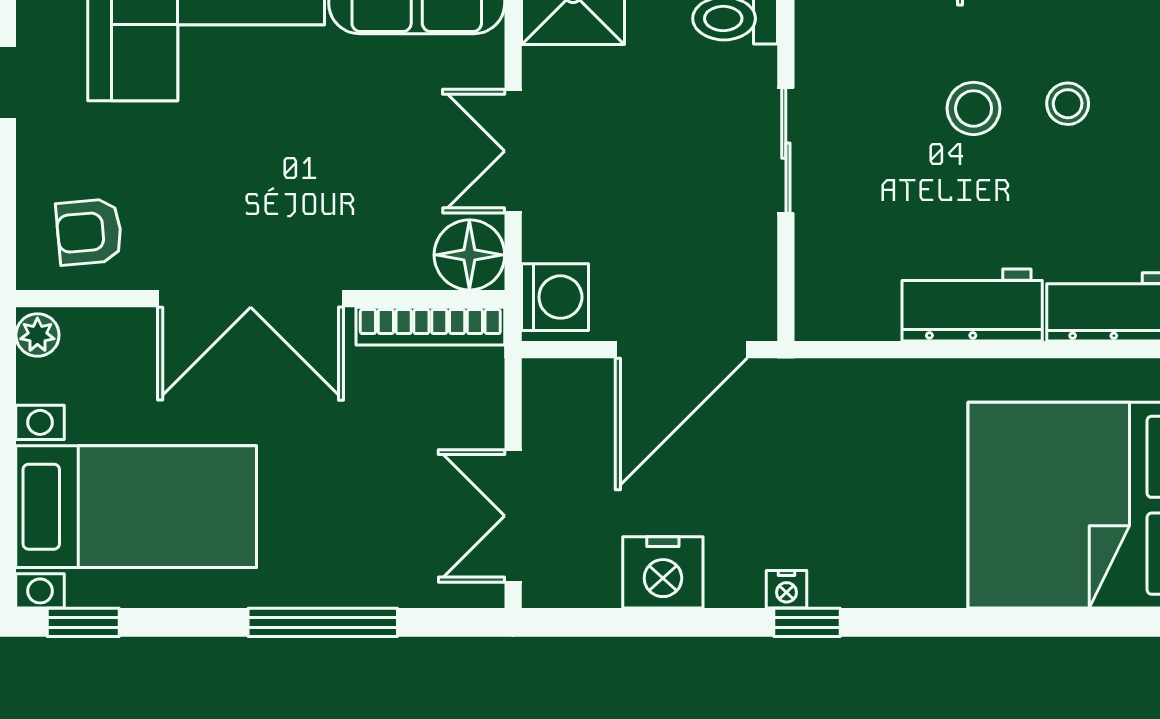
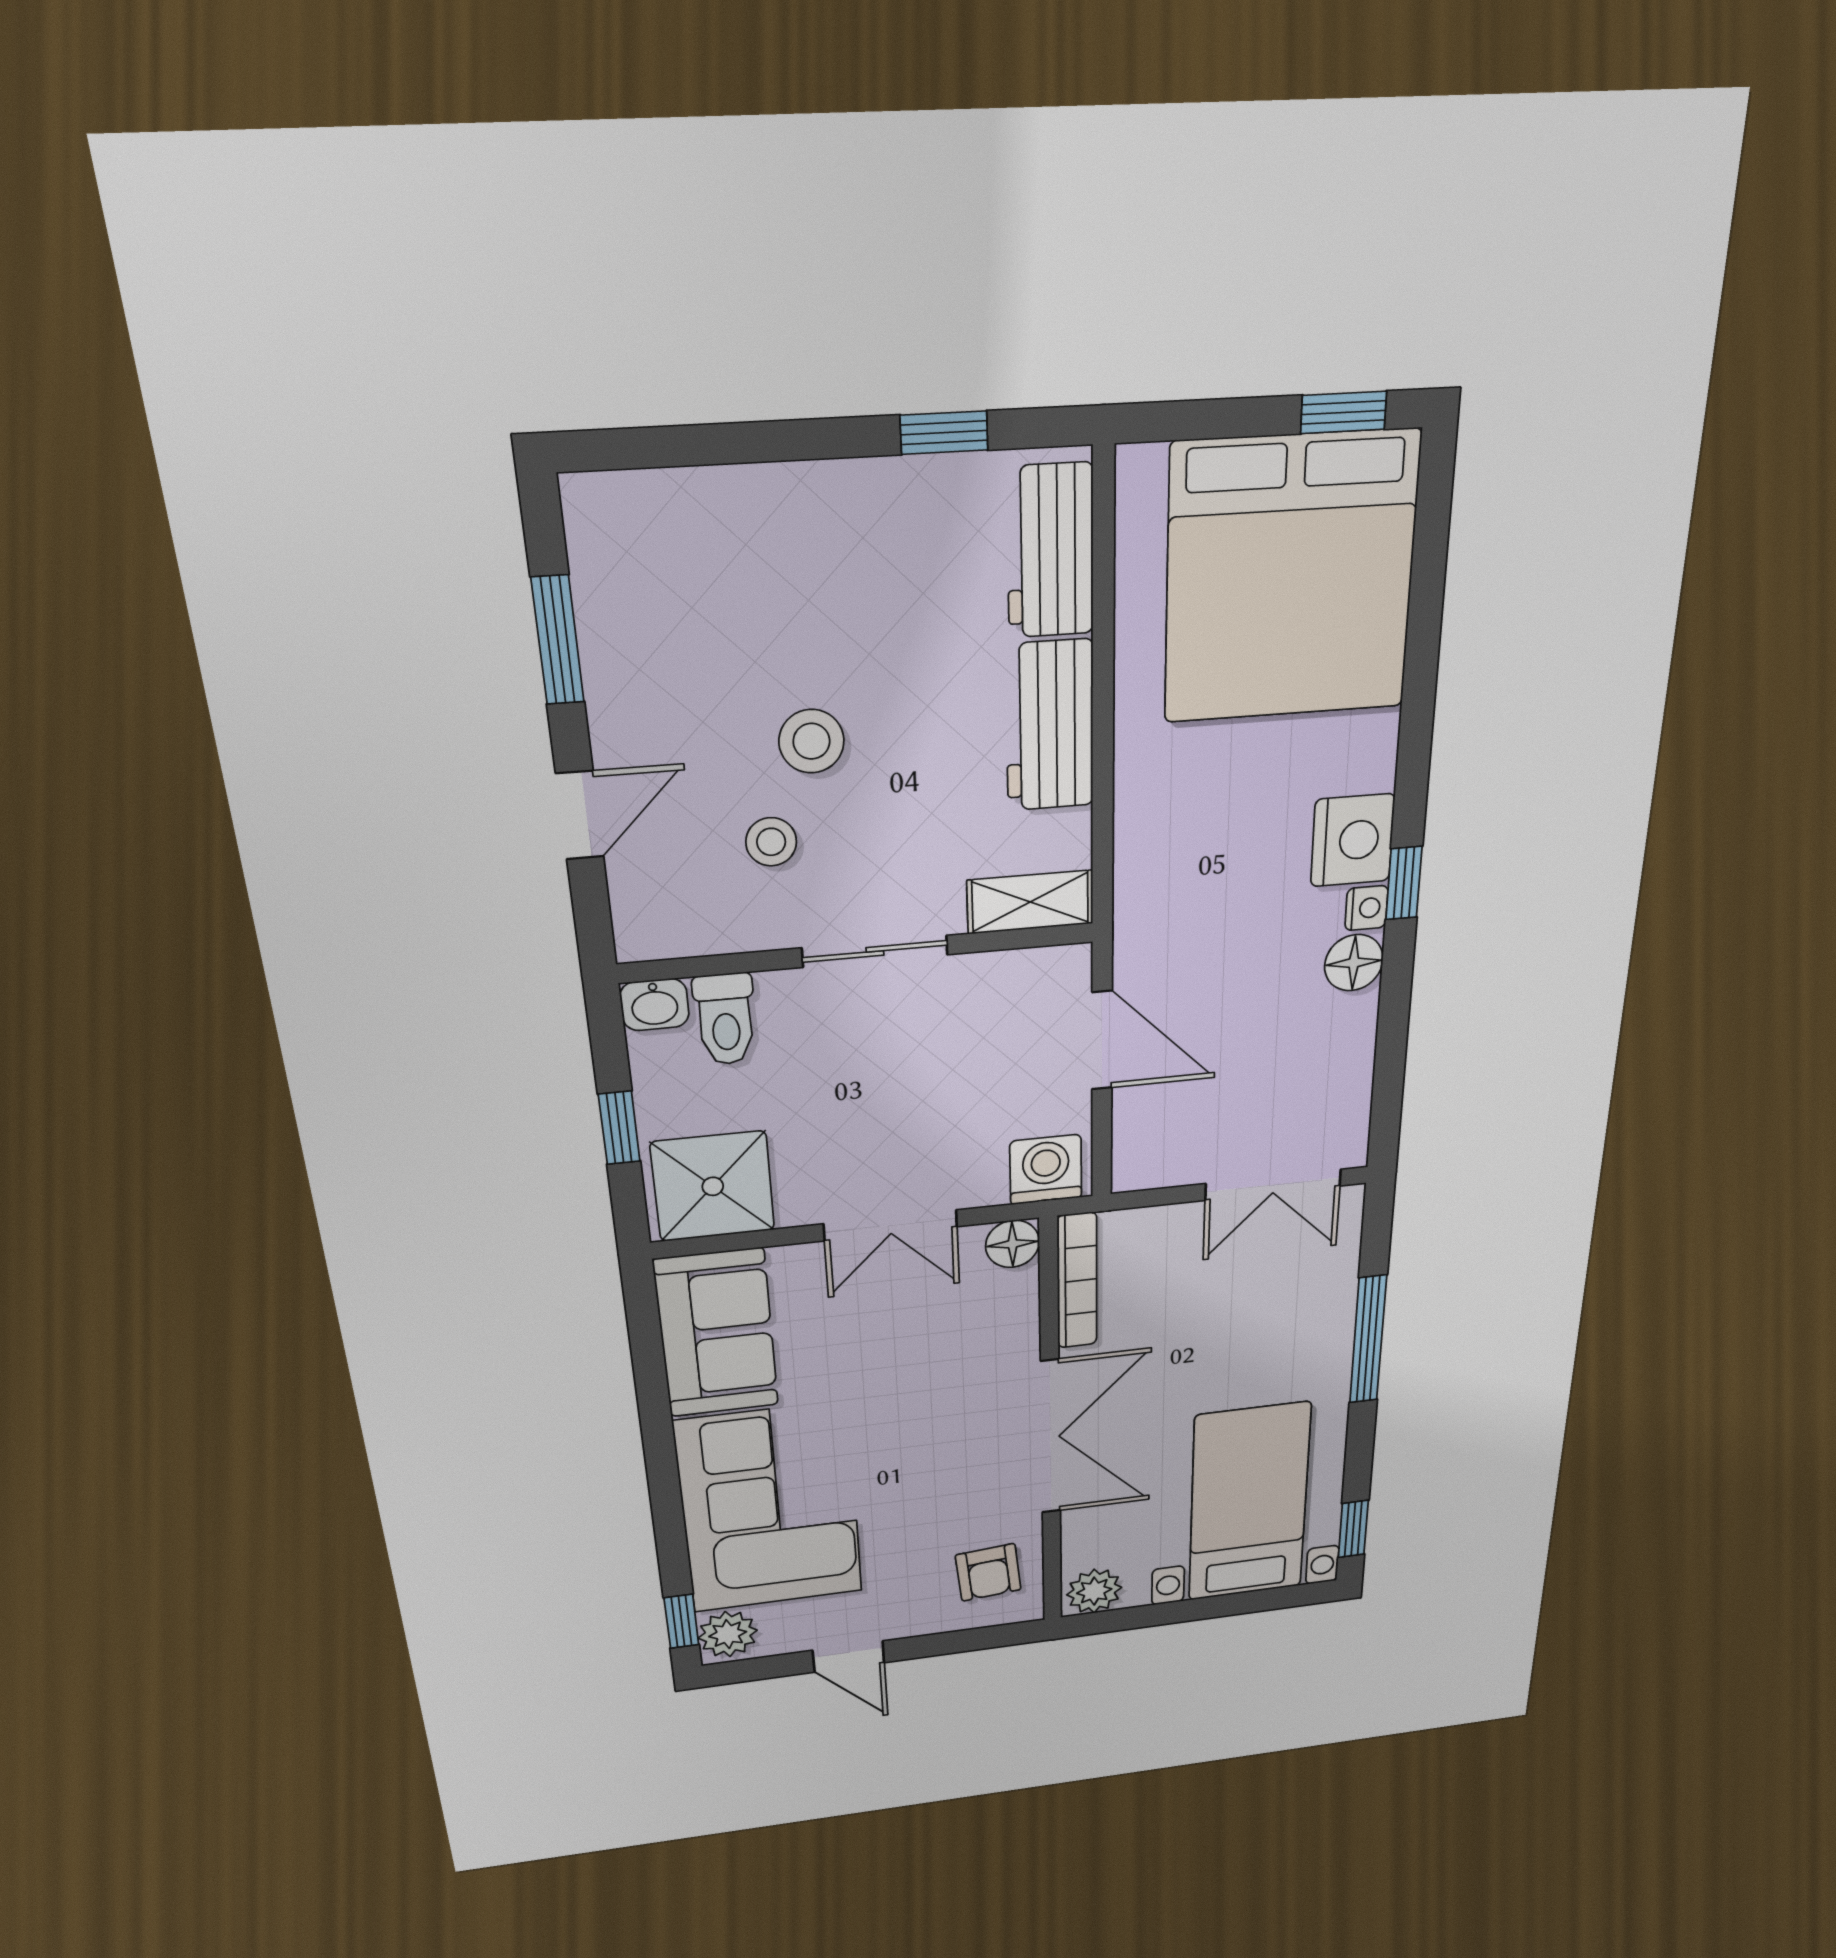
stool: (1068, 104) -> (771, 842), moved
floor lamp: (469, 255) -> (1012, 1244), width x0.73, depth x0.73
shelving: (819, 286) -> (1030, 902), added
plant: (37, 335) -> (1094, 1591), width x1.38, depth x1.38
door: (681, 350) -> (1102, 1040), width x0.73
nightstand: (663, 572) -> (1353, 840), moved
floor lamp: (735, 581) -> (1354, 963), added

